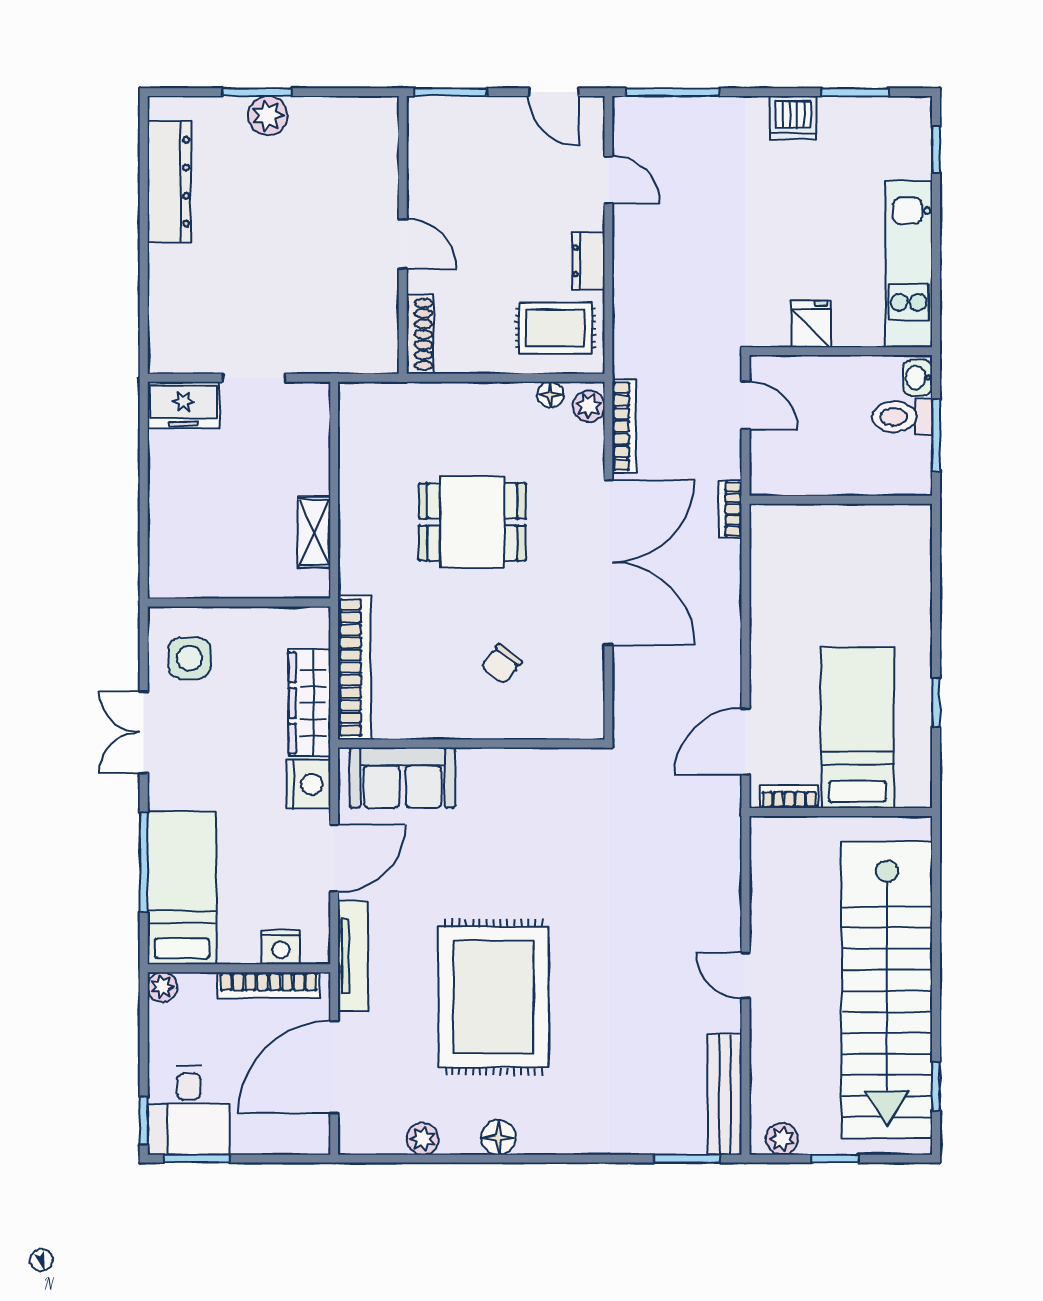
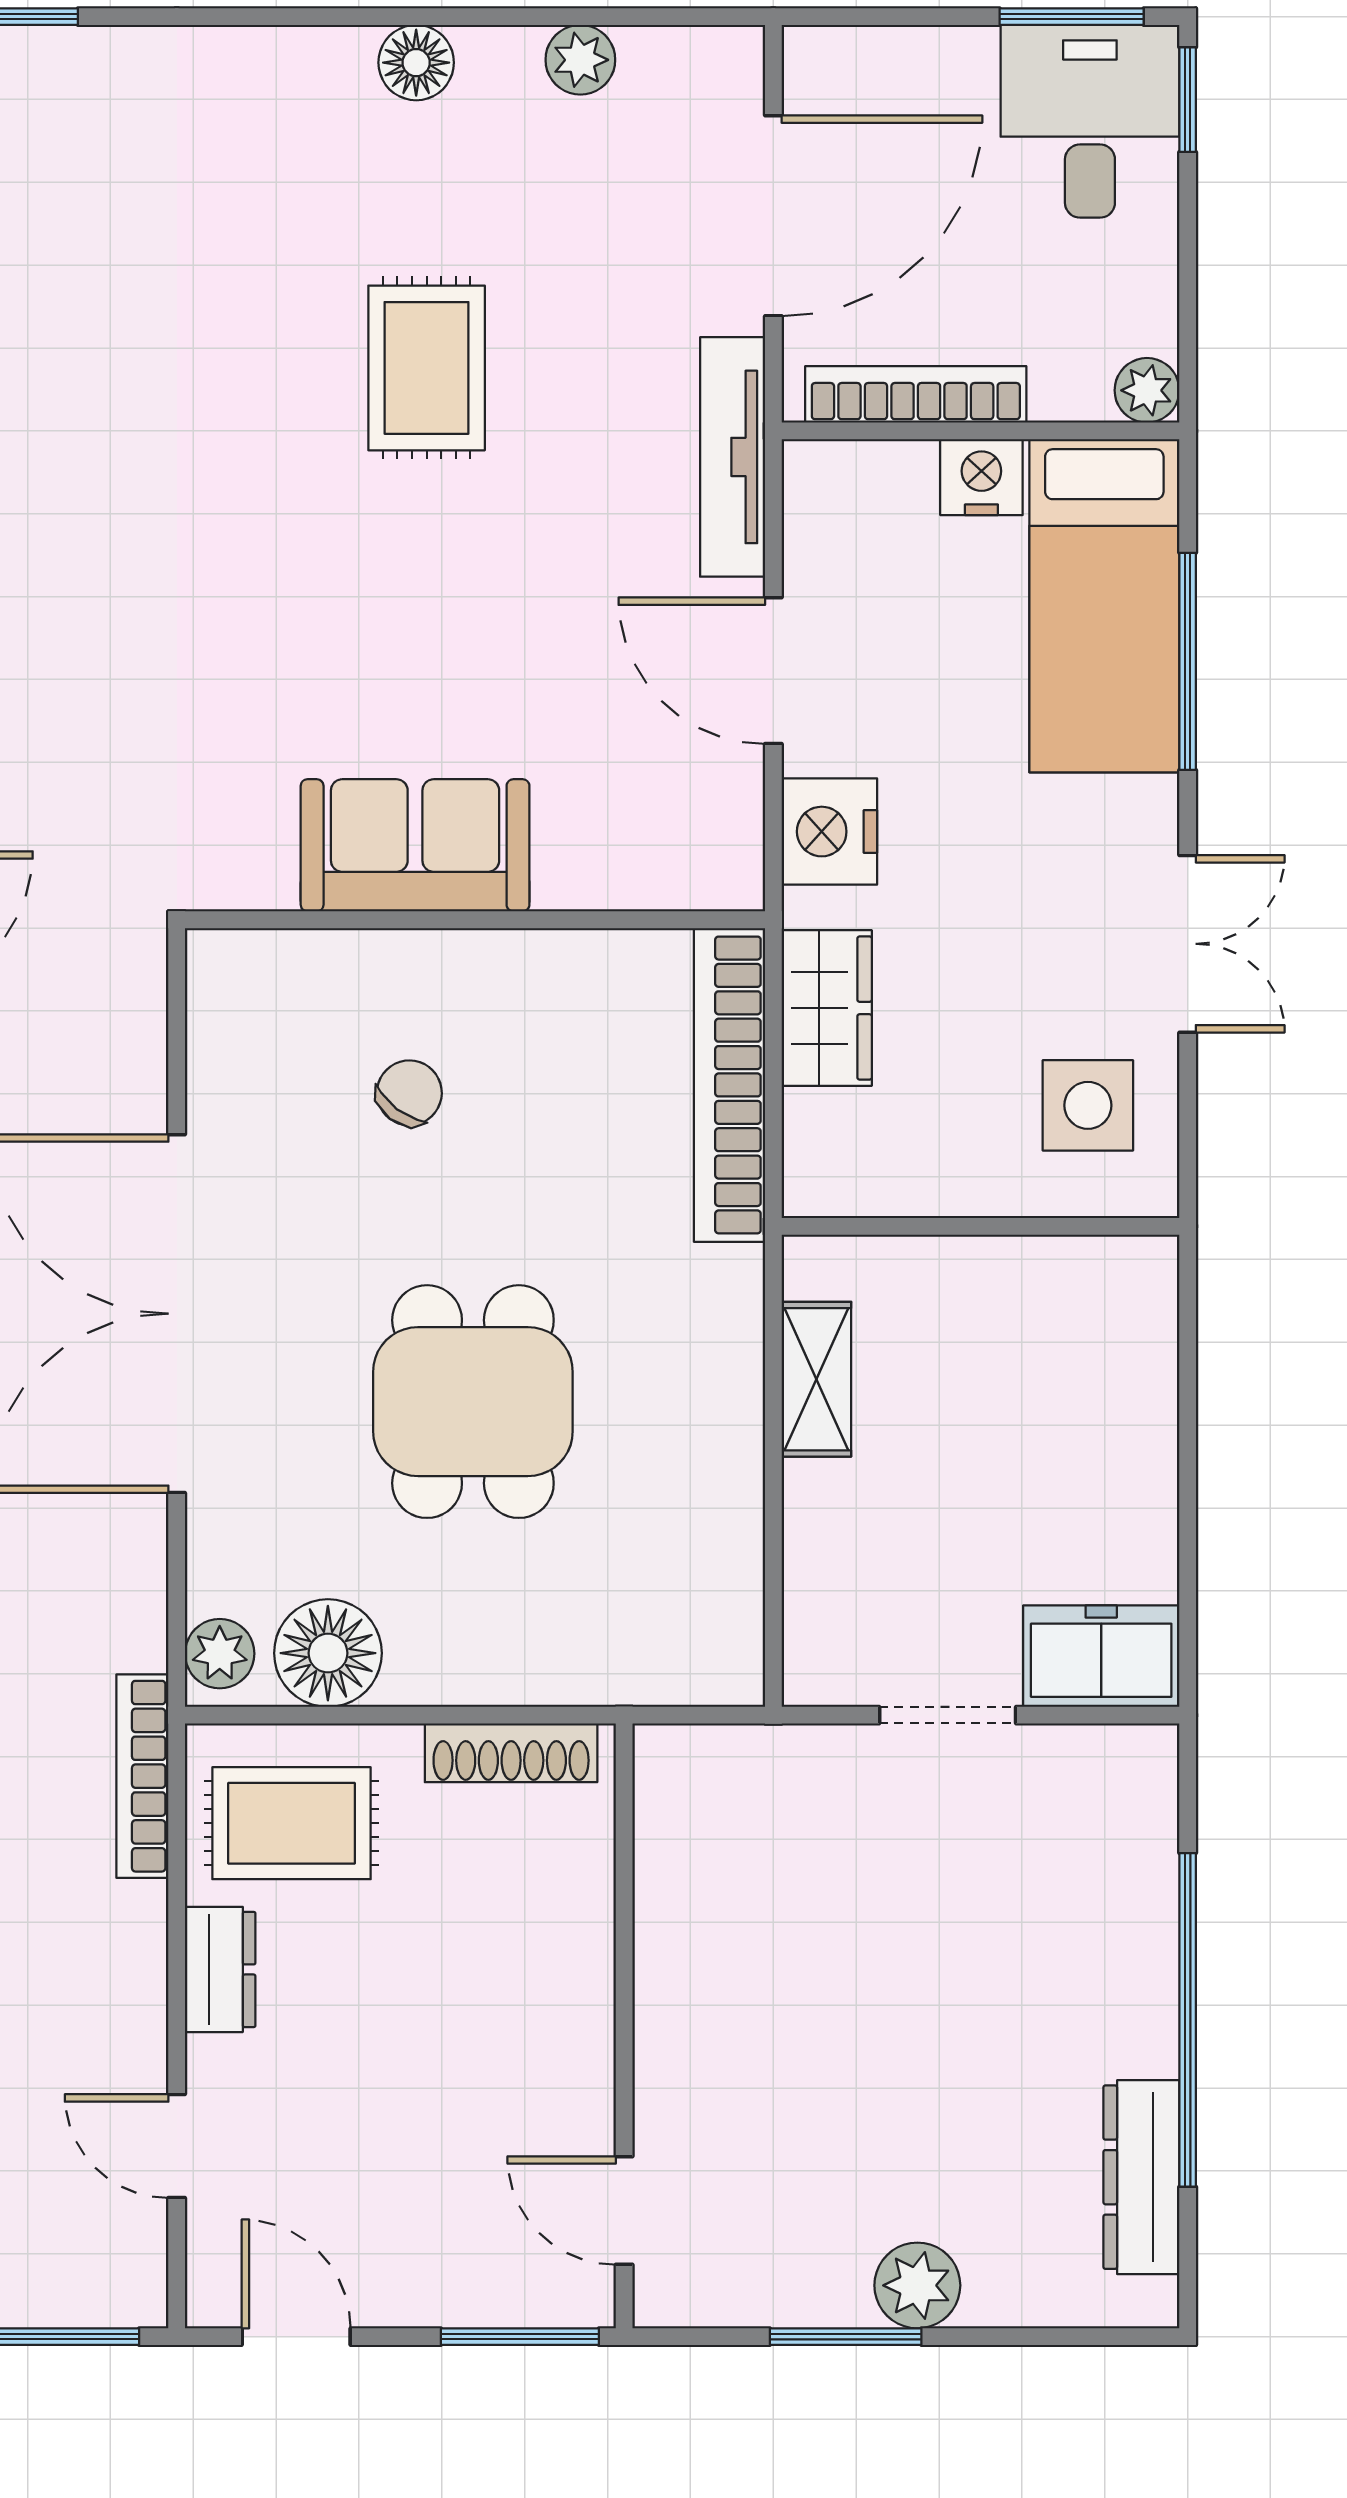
window: (257, 92) -> (846, 2337), moved
dresser: (169, 182) -> (1141, 2177), width x0.73, depth x0.80
window: (144, 238) -> (1188, 2020), added
door: (403, 244) -> (624, 2211), moved
shoe rack: (420, 334) -> (511, 1753), moved, turned -90
floor lamp: (551, 395) -> (328, 1653), width x1.89, depth x1.89
bookcase: (624, 426) -> (142, 1776), moved
dining table: (472, 522) -> (473, 1402), turned 90
wardrobe: (310, 703) -> (827, 1008), width x0.67
sofa: (402, 778) -> (415, 845), moved
door: (334, 858) -> (773, 671), hinge flipped
nightstand: (281, 947) -> (981, 477), moved
rug: (494, 997) -> (427, 368), width x0.54, depth x0.49

